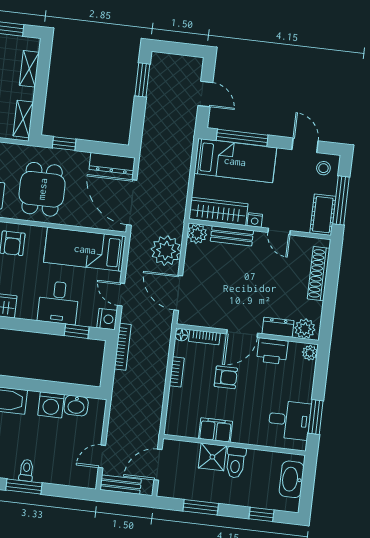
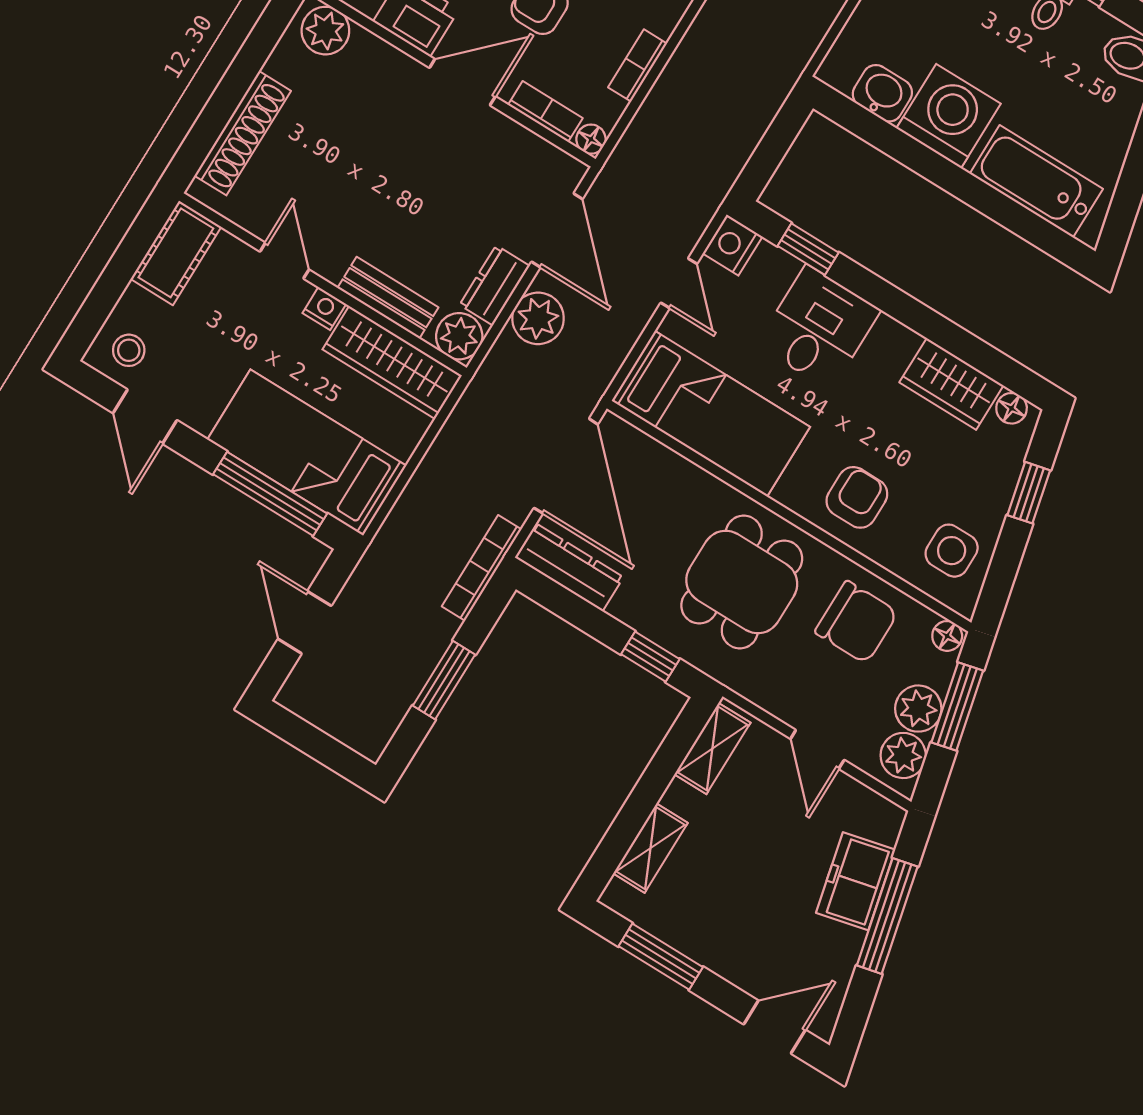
window: (142, 80) -> (444, 680), moved
window: (341, 200) -> (123, 265), removed
plant: (166, 251) -> (538, 318), width x0.73, depth x0.73
dresser: (278, 327) -> (495, 285), moved, turned 90
bookcase: (123, 347) -> (482, 568), moved
washing machine: (51, 405) -> (949, 116), width x1.37, depth x1.37

